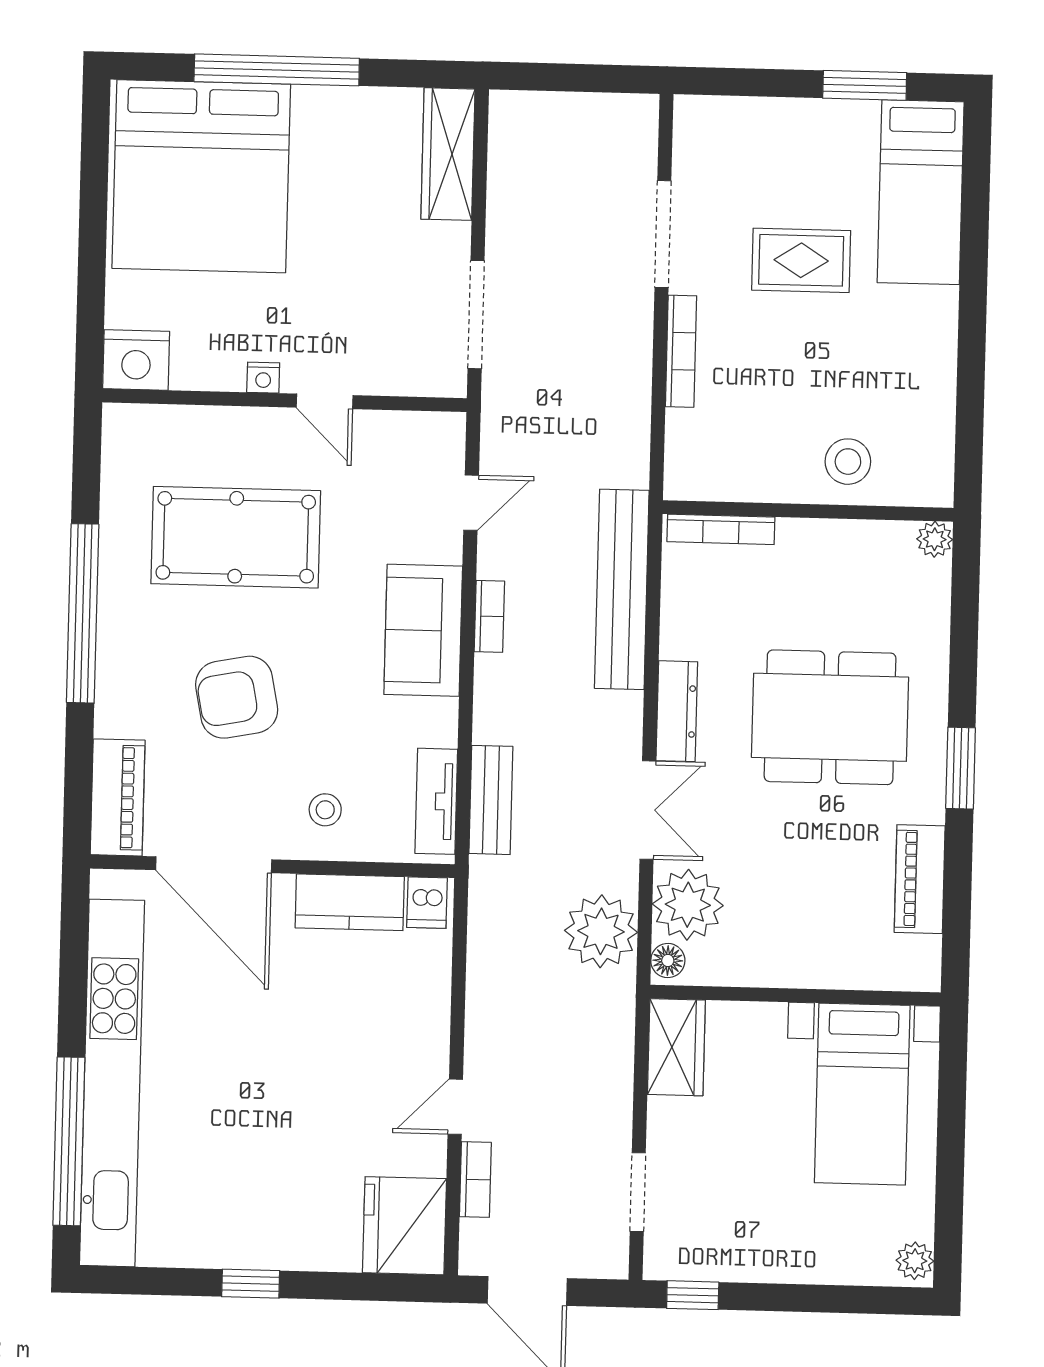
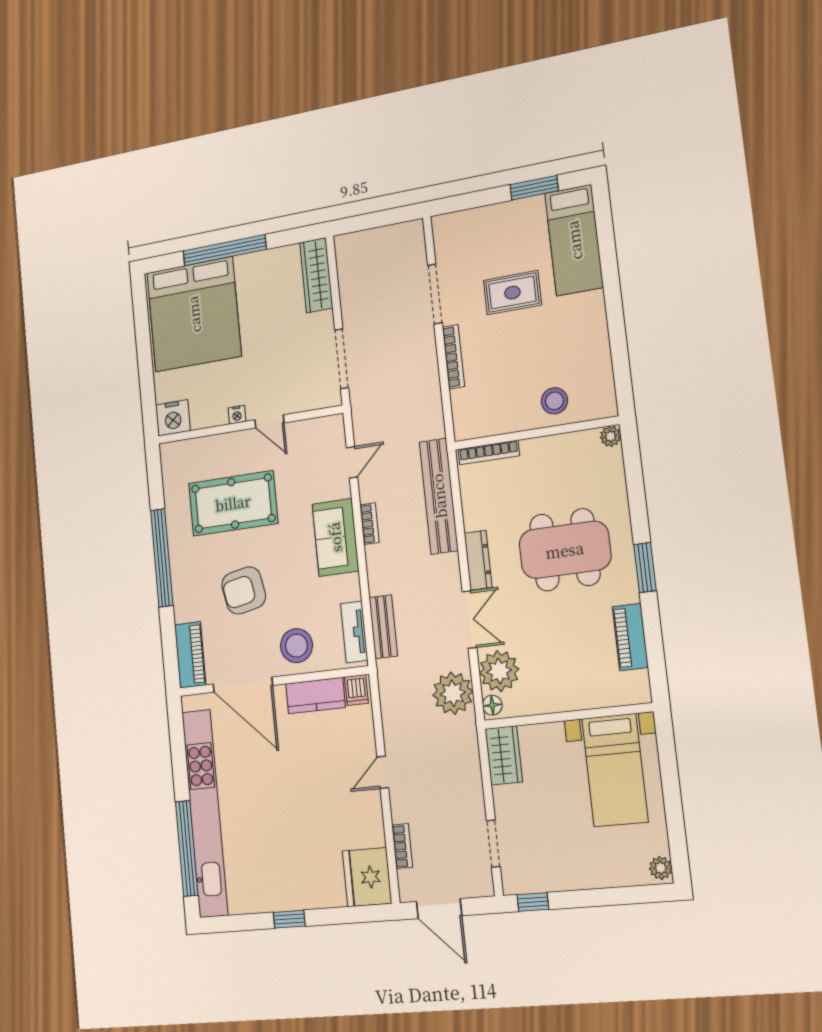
stool: (325, 810) -> (296, 646), width x1.89, depth x1.89
door: (455, 1107) -> (383, 772), moved

